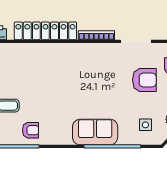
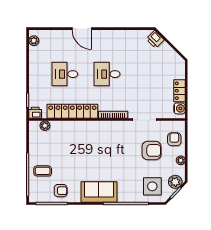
plant: (11, 49) -> (45, 126), added
side table: (145, 125) -> (152, 186), width x1.87, depth x1.87
sofa: (95, 132) -> (99, 192), moved

